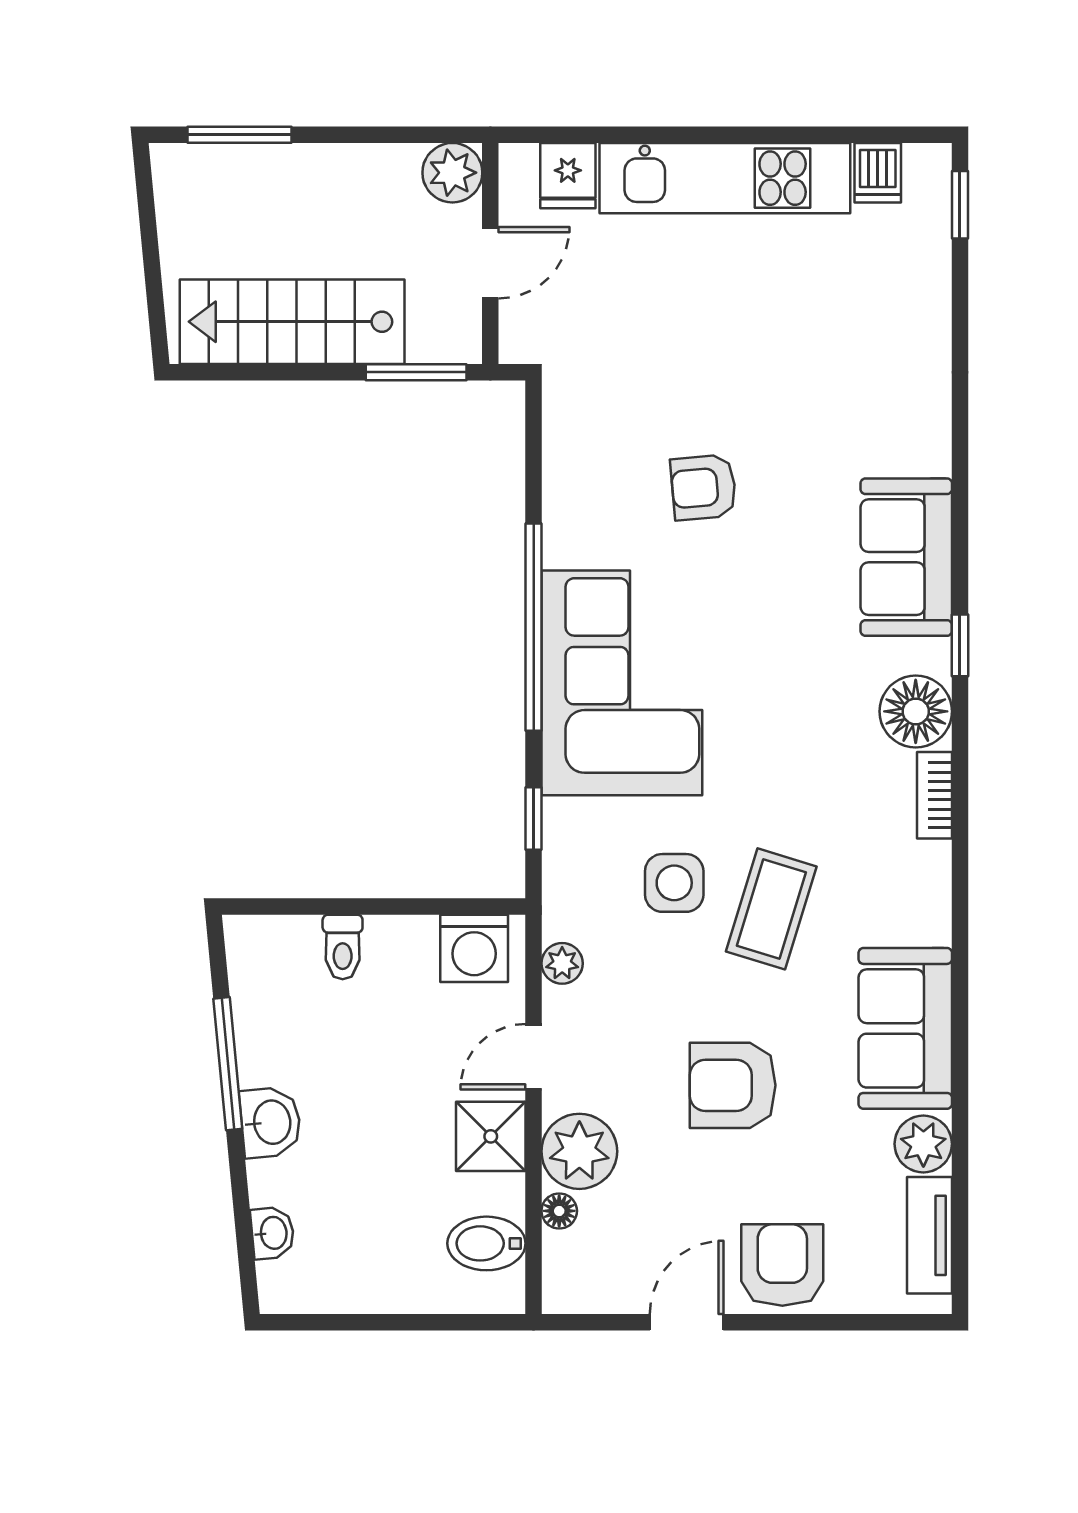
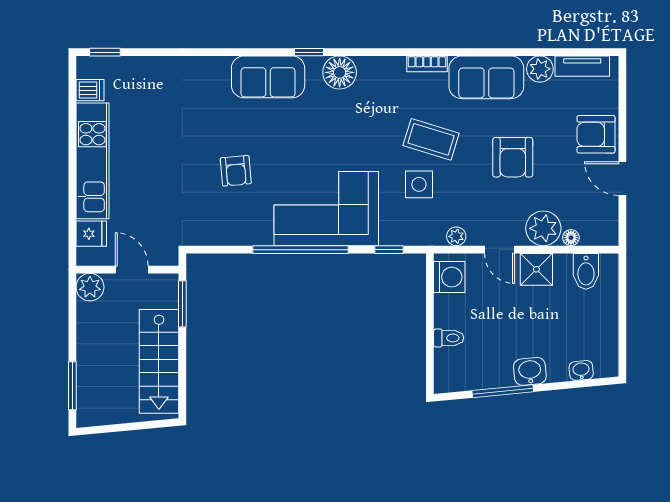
bookcase: (934, 795) -> (427, 64), moved

